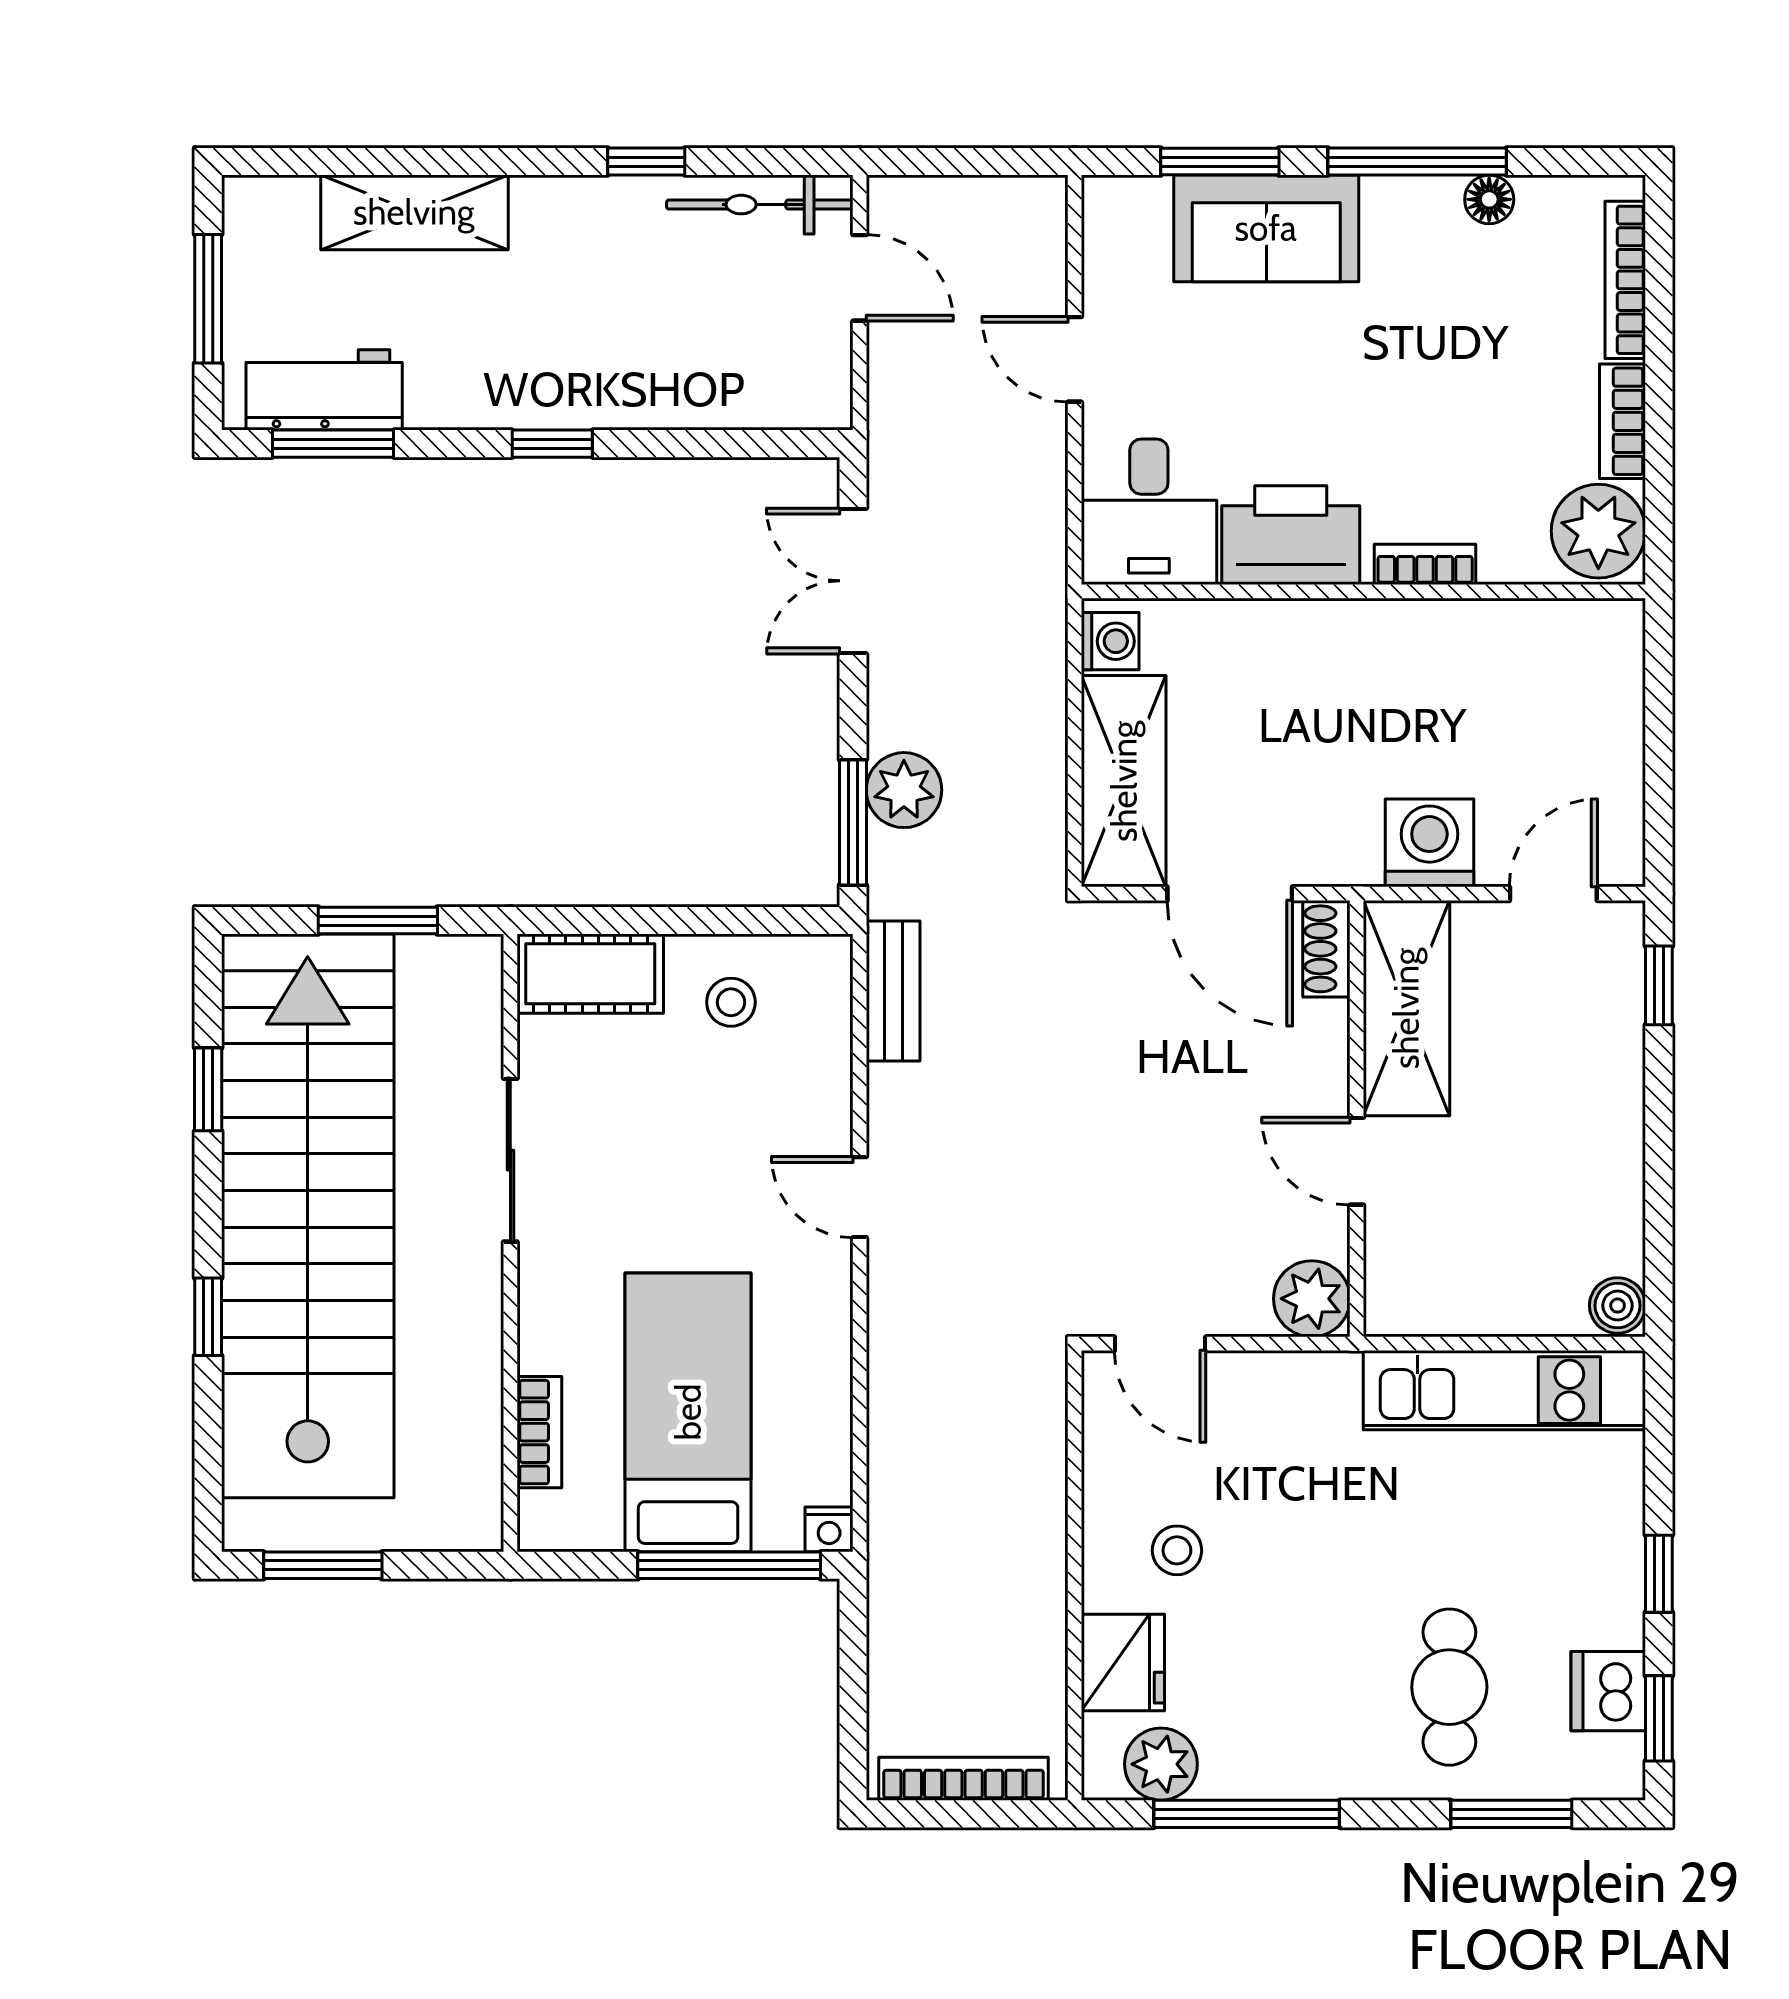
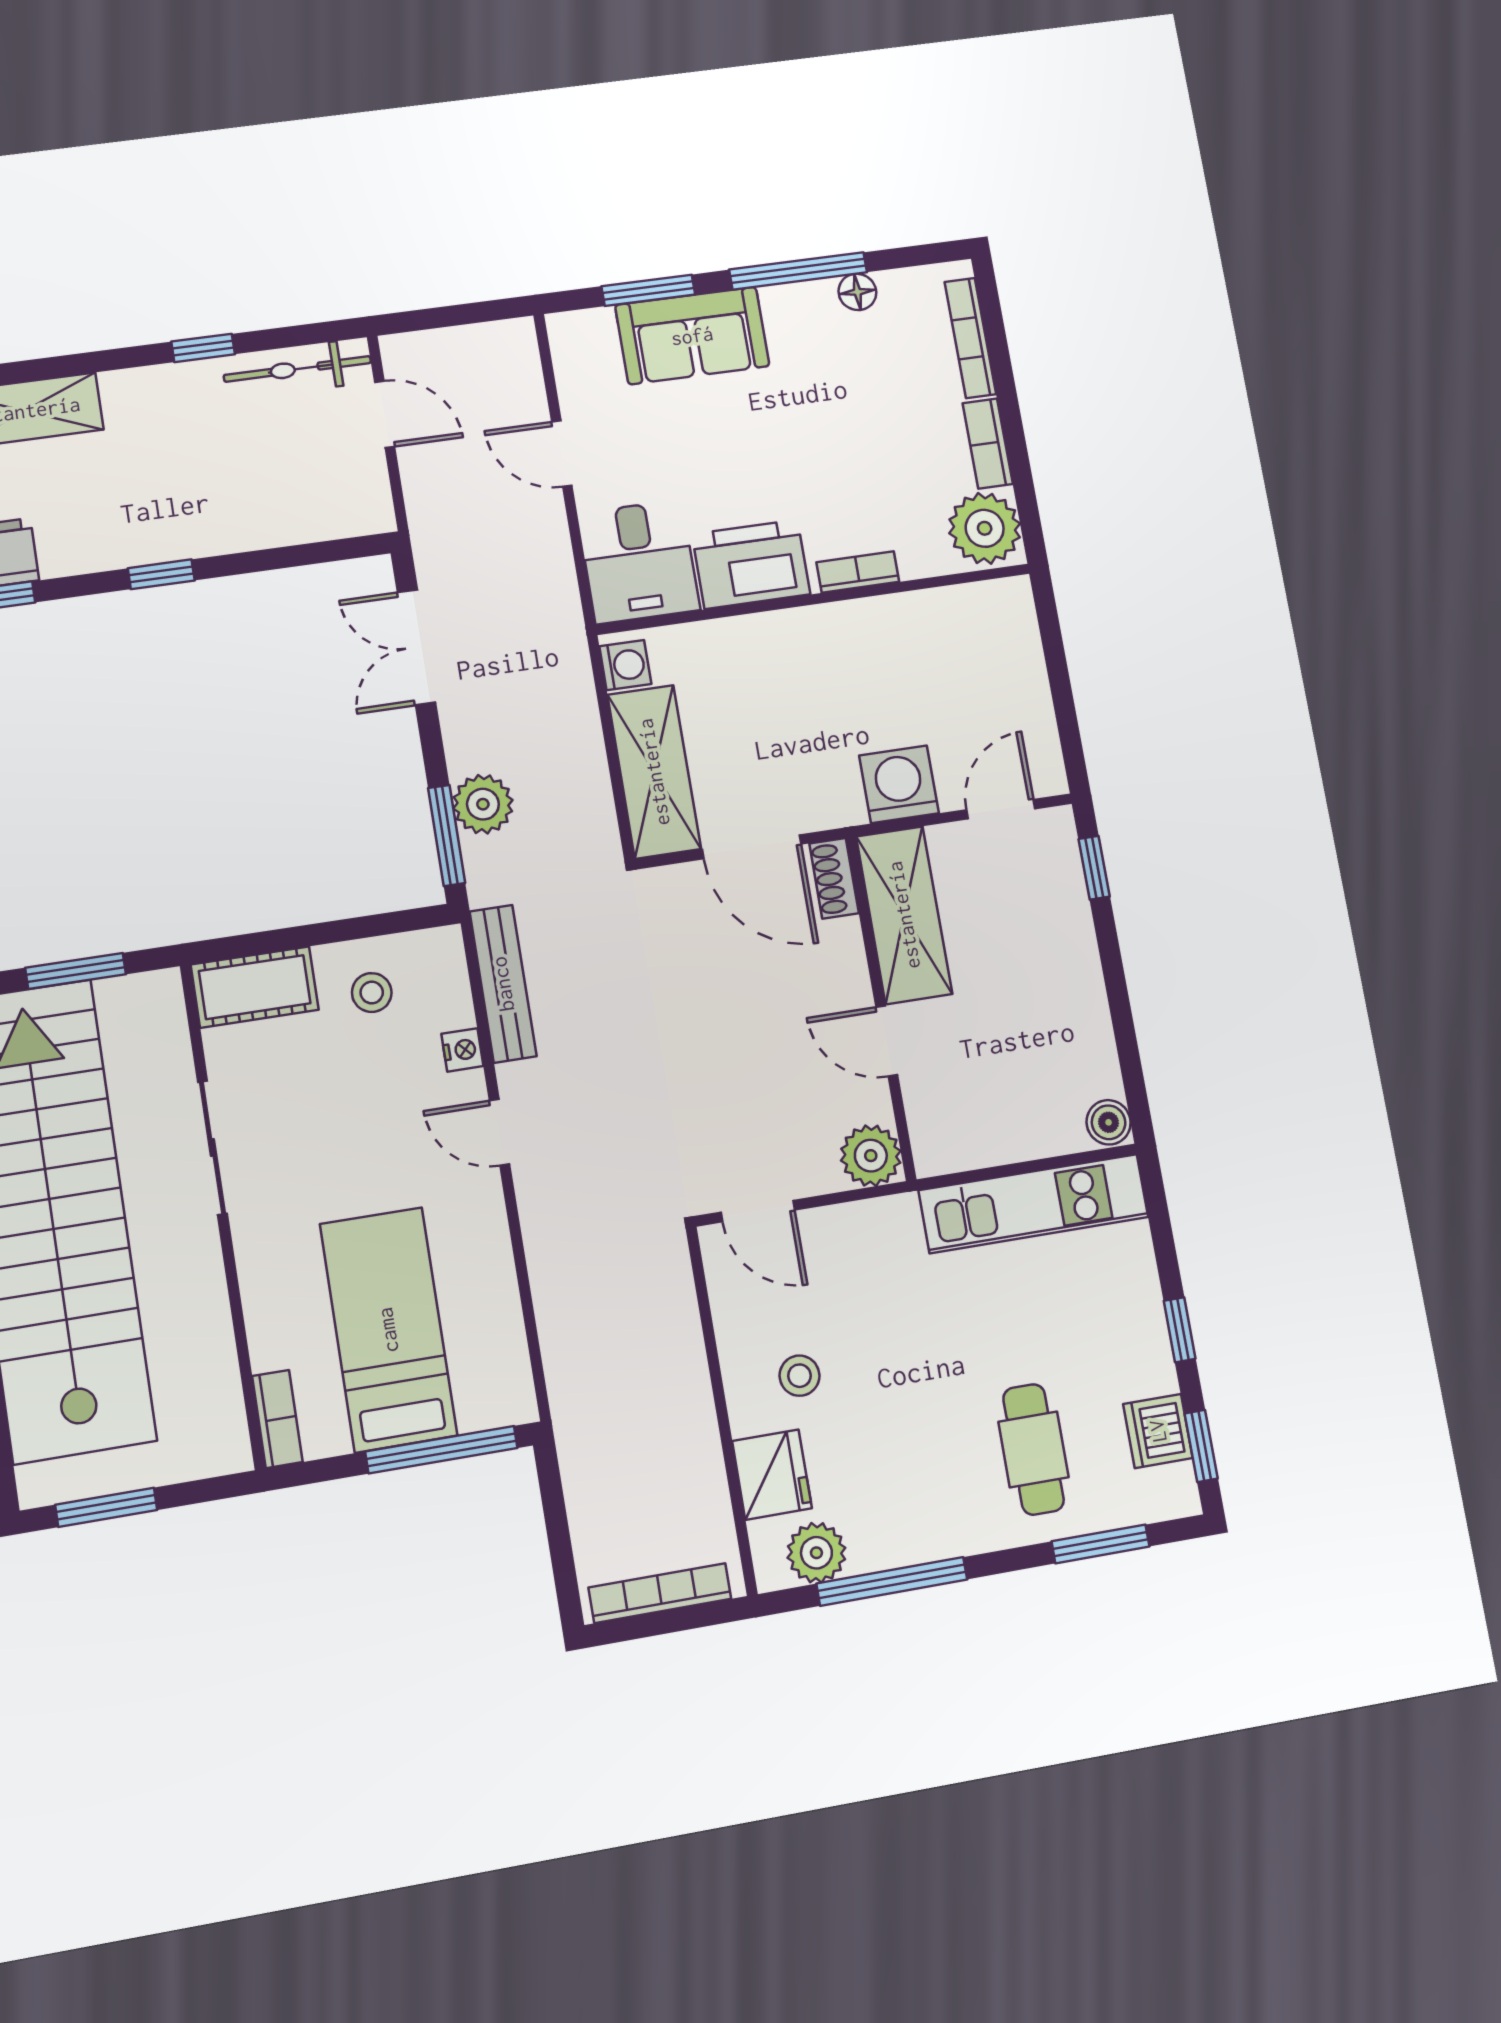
bench: (893, 991) -> (503, 984), width x1.36
bookcase: (539, 1432) -> (277, 1419), moved
nightstand: (829, 1529) -> (462, 1050), moved, turned -90

